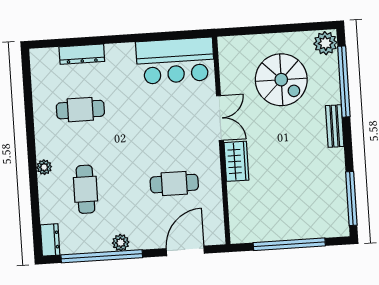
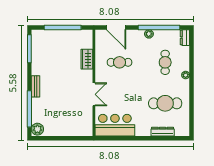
spiral stairs: (281, 80) -> (61, 112), removed
cafe table: (80, 110) -> (165, 103), width x1.37, depth x1.35
double door: (220, 118) -> (94, 94), swing flipped
wardrobe: (236, 161) -> (87, 59), moved
door: (185, 251) -> (116, 27), hinge flipped

